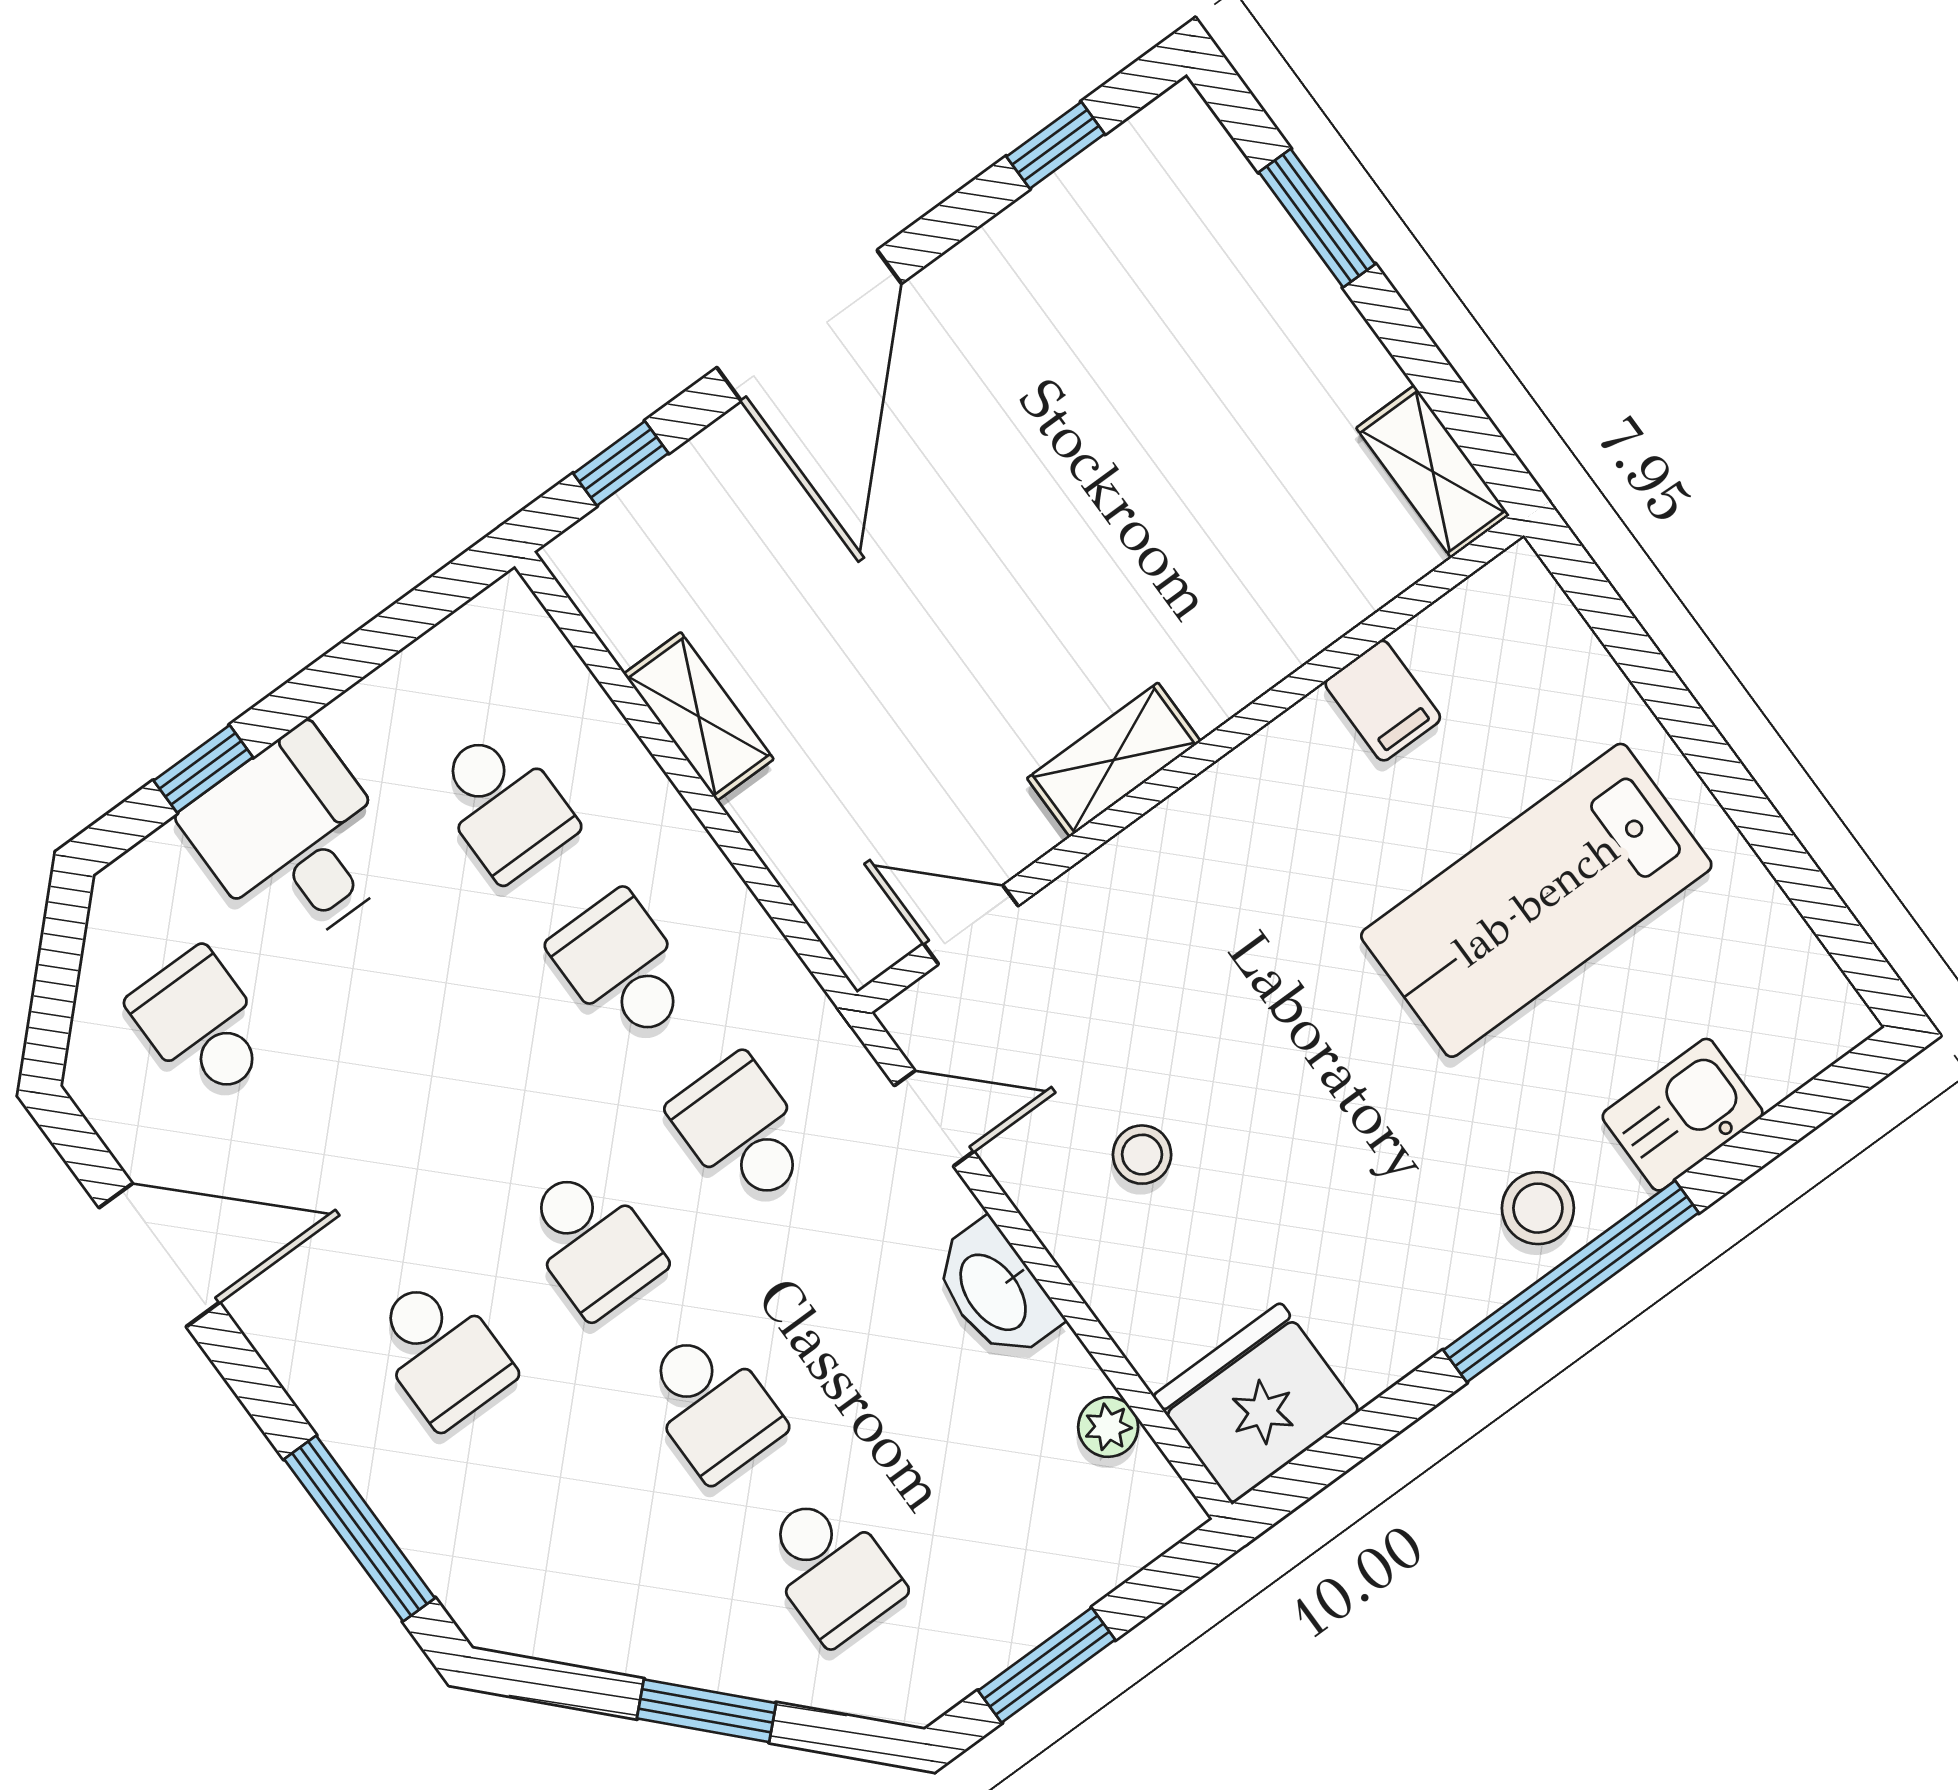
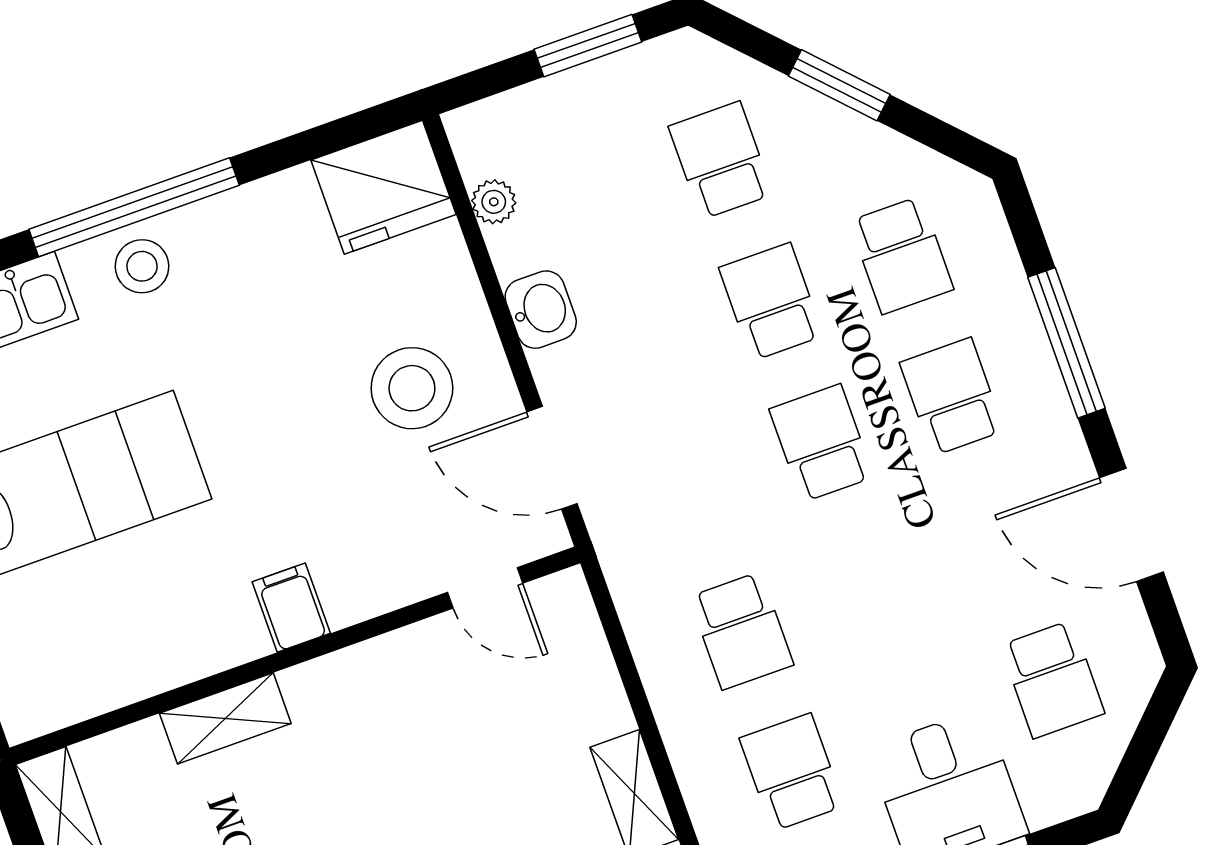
filing cabinet: (1383, 701) -> (291, 608), moved
shelving: (1114, 760) -> (225, 718), moved
door: (934, 1119) -> (552, 458), width x1.38
school desk: (742, 1131) -> (901, 255), moved
stool: (1142, 1155) -> (412, 388), width x1.89, depth x1.89
washbasin: (995, 1291) -> (541, 310), width x0.72
window: (360, 1529) -> (1067, 343), moved

